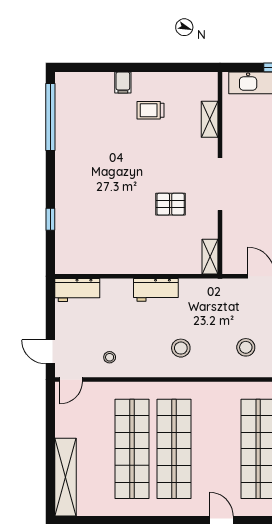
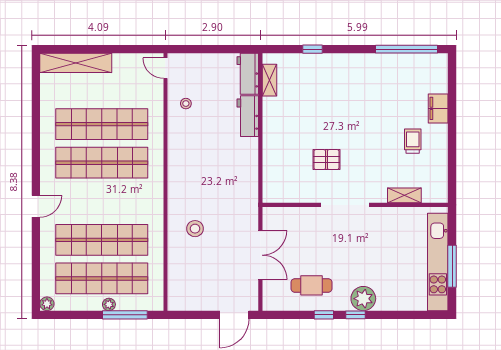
filing cabinet: (123, 82) -> (438, 108), width x2.00
pallet: (171, 204) -> (326, 160), turned 90
shelving: (210, 257) -> (269, 80), moved, turned 90
workbench: (156, 290) -> (248, 116), moved
stool: (181, 348) -> (194, 169), removed
door: (50, 352) -> (191, 49), removed

